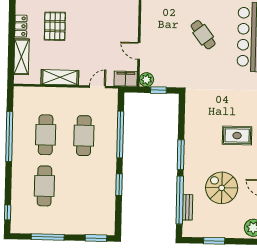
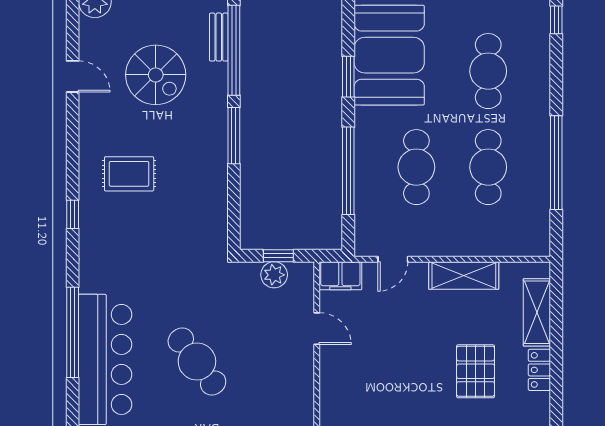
cafe table: (203, 35) -> (197, 362), width x1.37, depth x1.35
plant: (147, 80) -> (274, 275), moved
booth: (97, 196) -> (389, 55), added

